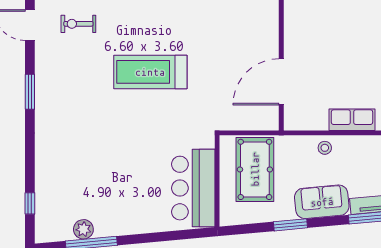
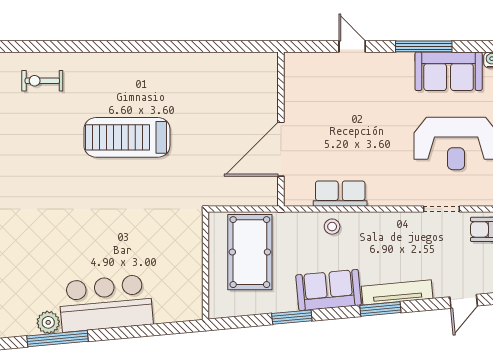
row of seats: (352, 120) -> (340, 194), moved
bar counter: (193, 188) -> (106, 303), moved, turned 85

